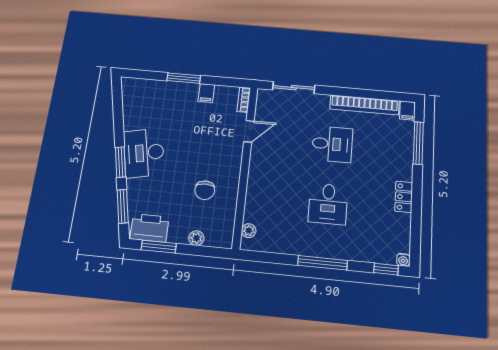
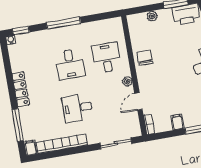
chair: (205, 190) -> (145, 58), moved
locker: (404, 197) -> (21, 89), width x1.53
desk: (276, 199) -> (106, 58), added
desk: (328, 204) -> (70, 64), turned 180
plant: (249, 231) -> (127, 81), moved

